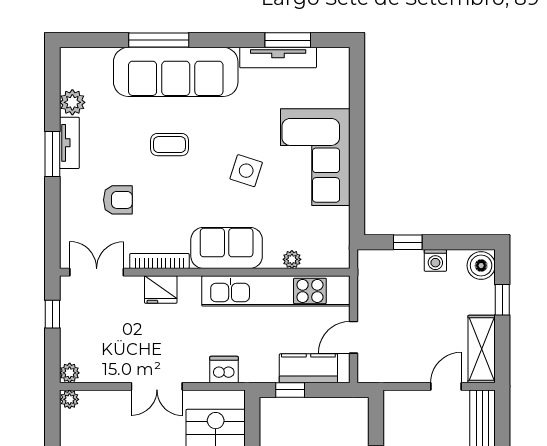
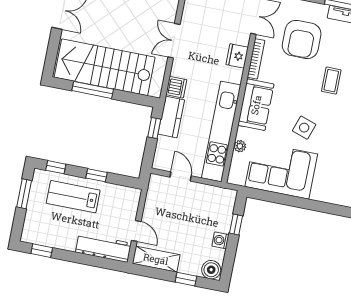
corner sofa: (315, 157) -> (281, 170), moved
armchair: (118, 200) -> (302, 39), width x1.88, depth x1.88
kitchen counter: (308, 368) -> (171, 117), moved

